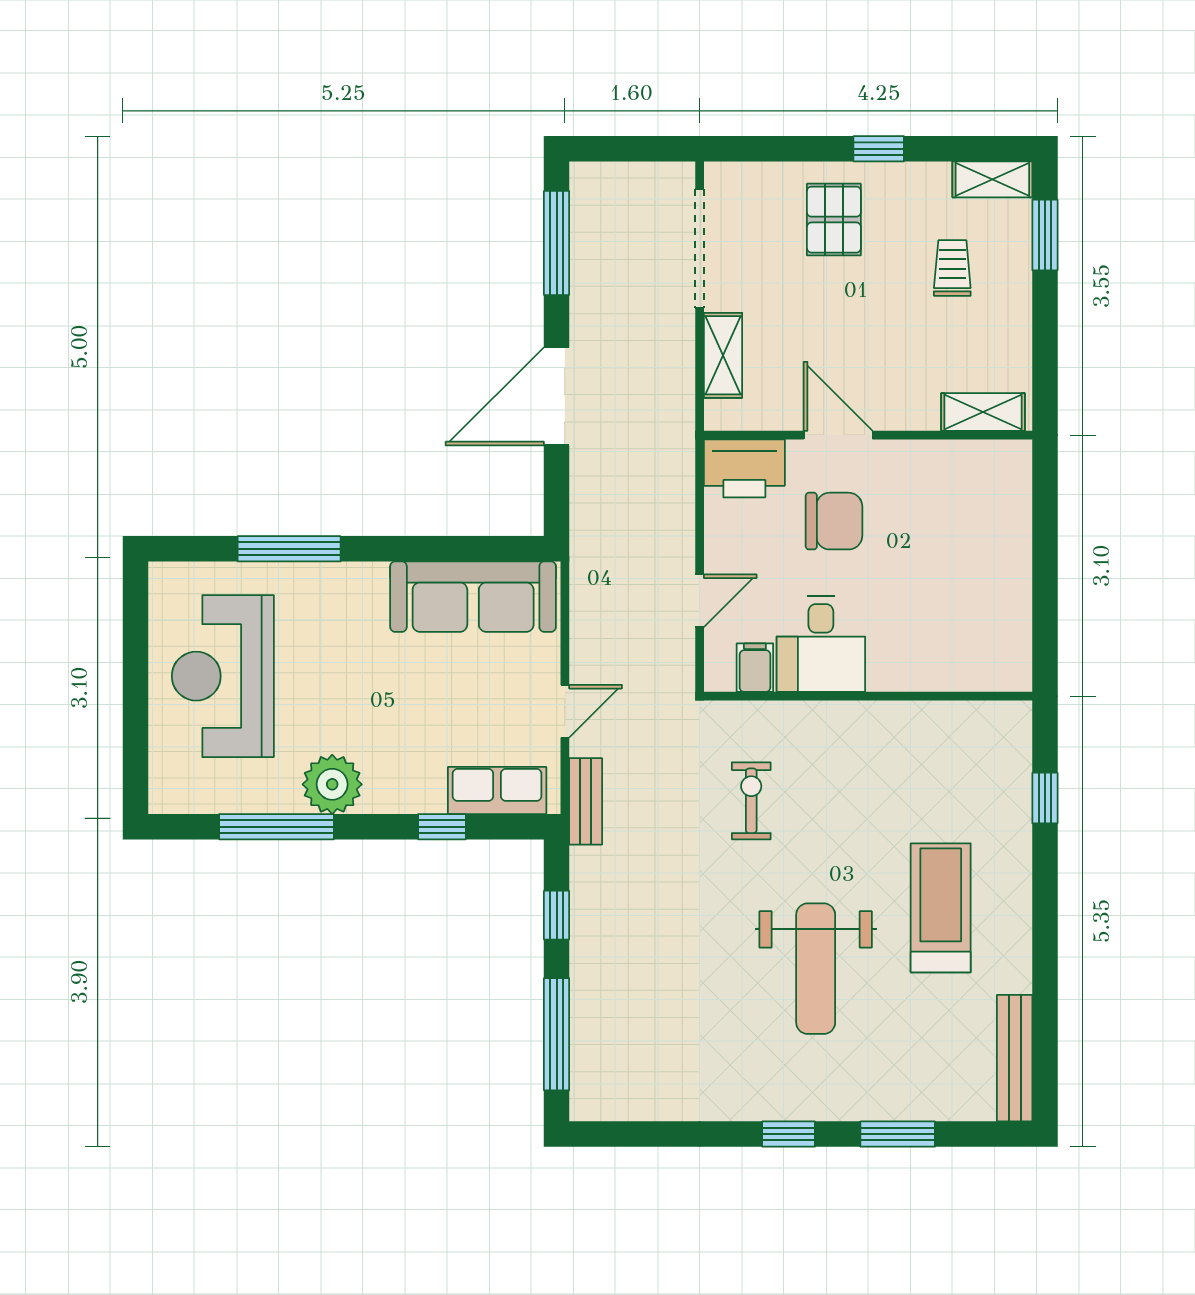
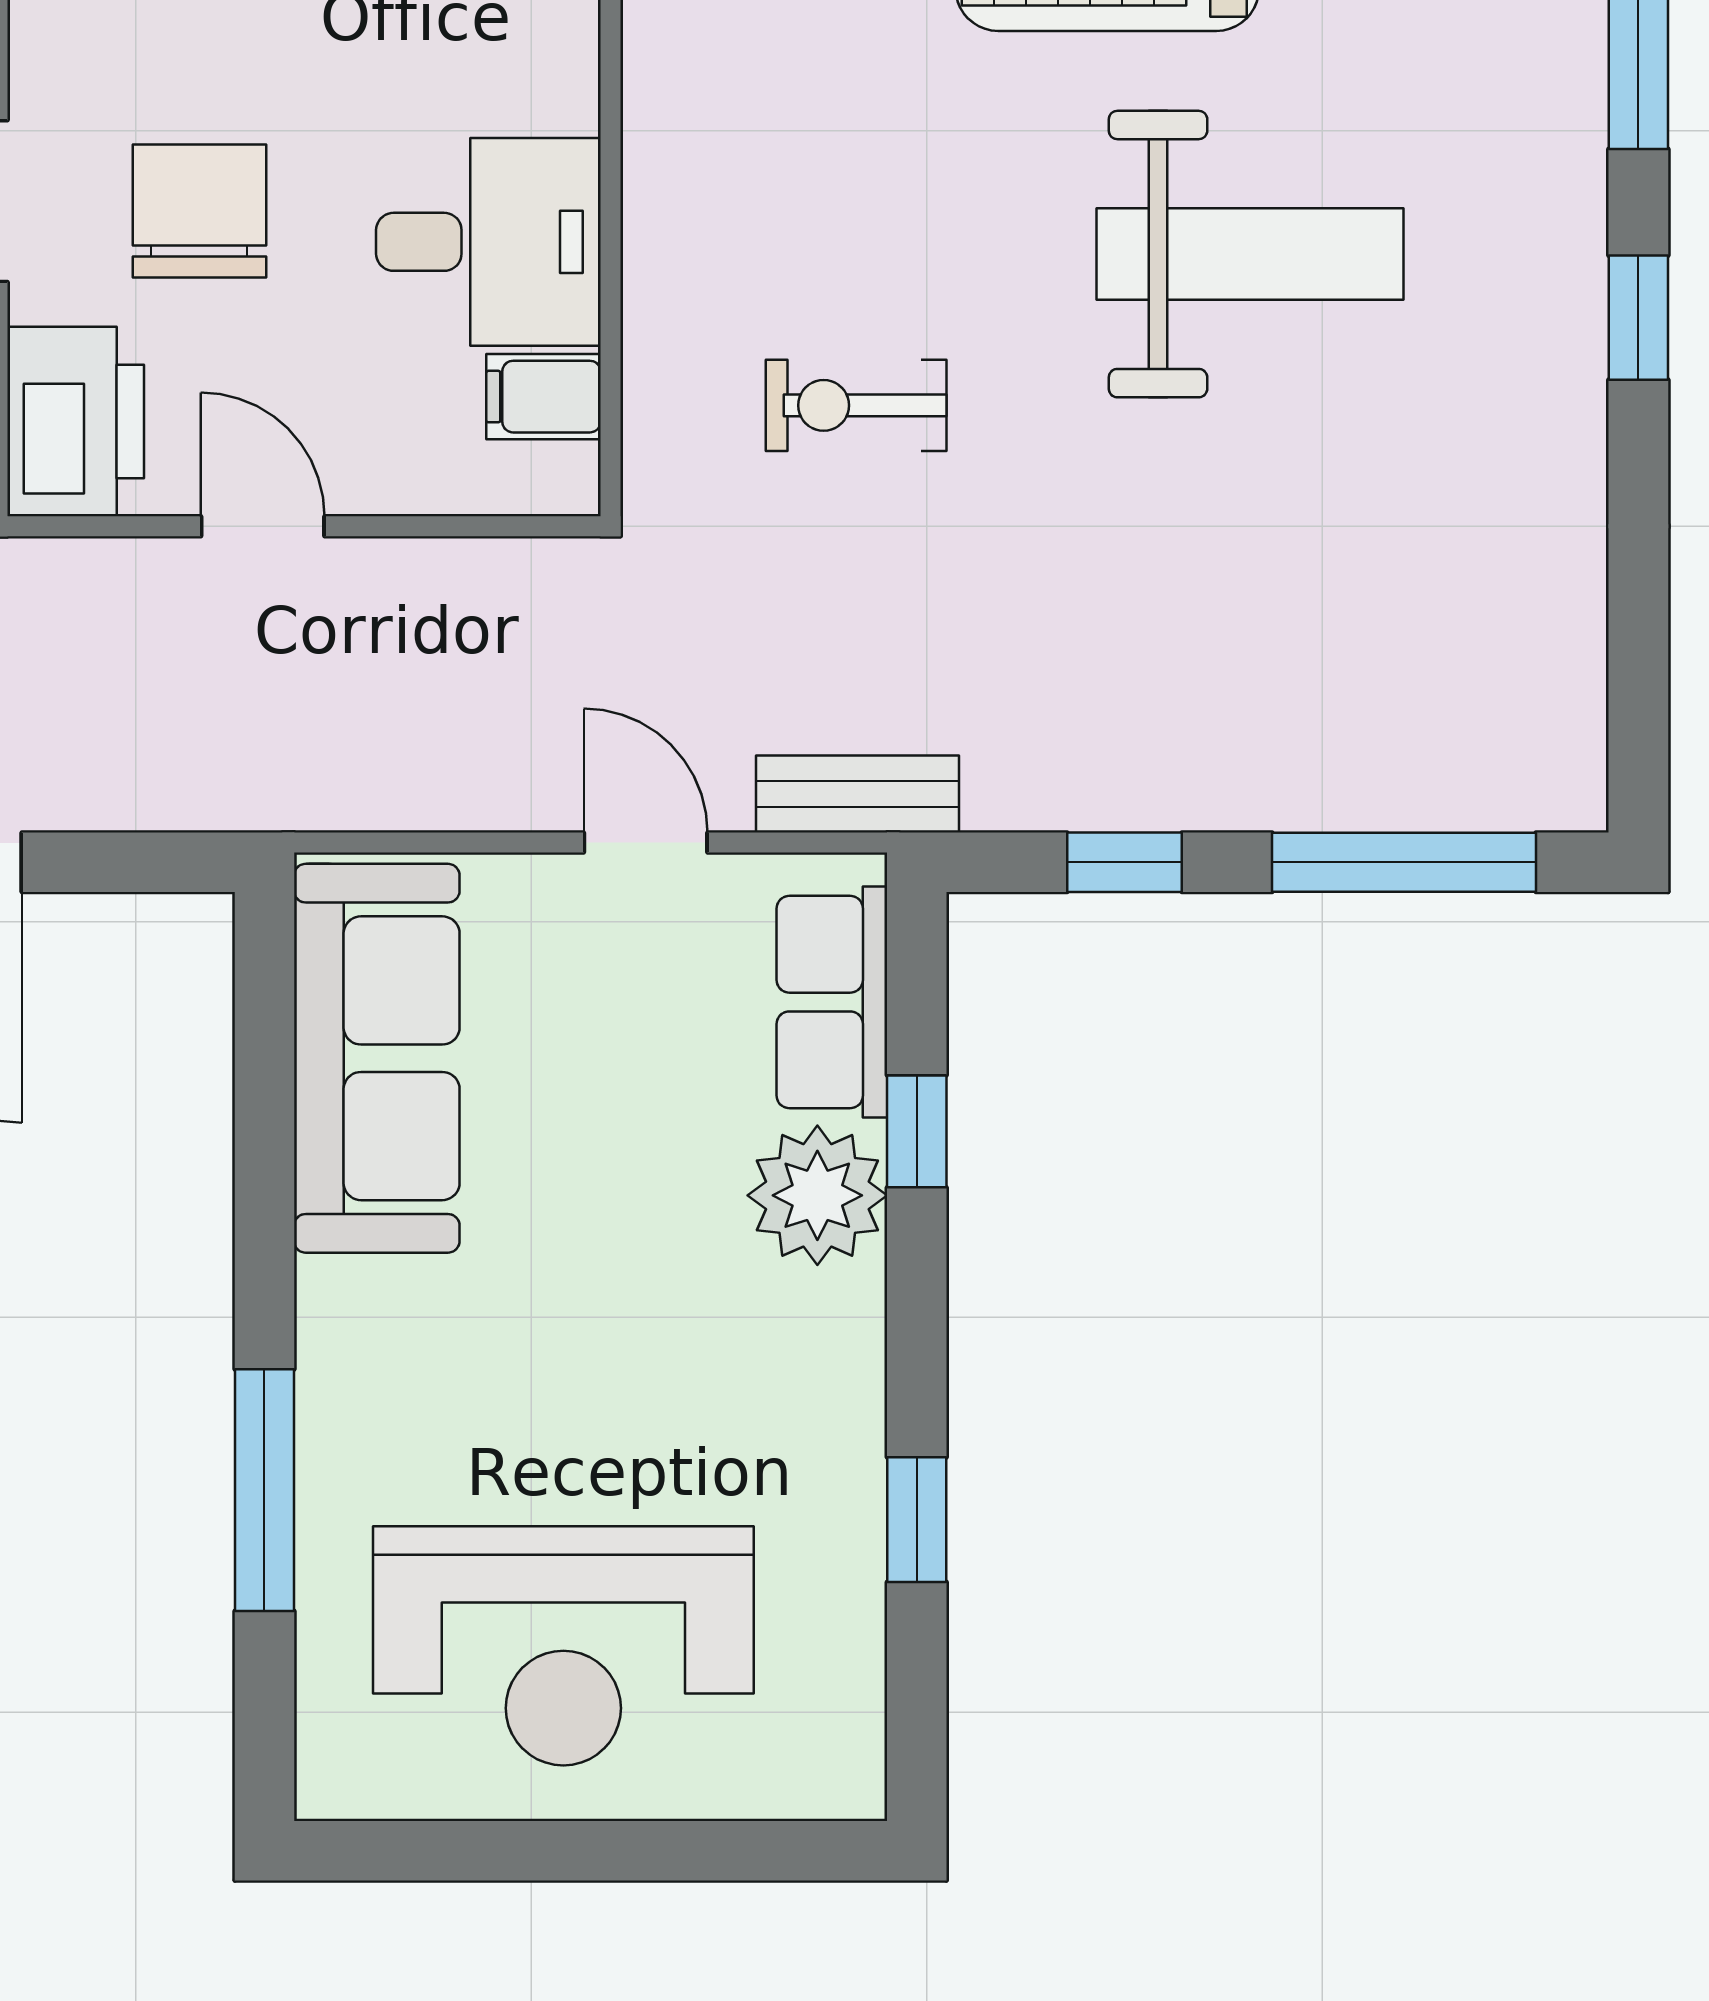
door: (700, 601) -> (263, 526), moved
plant: (332, 784) -> (817, 1195), moved
window: (276, 827) -> (917, 1520), width x0.46

